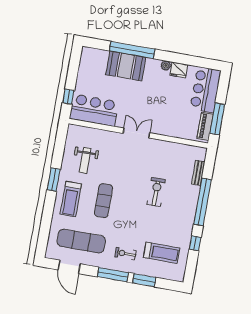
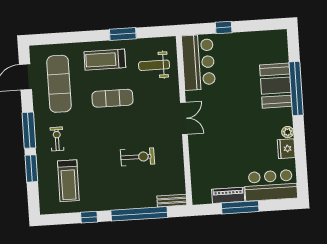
bar counter: (94, 110) -> (198, 62), moved
double door: (136, 133) -> (184, 118), moved
wall: (138, 133) -> (184, 120), moved

